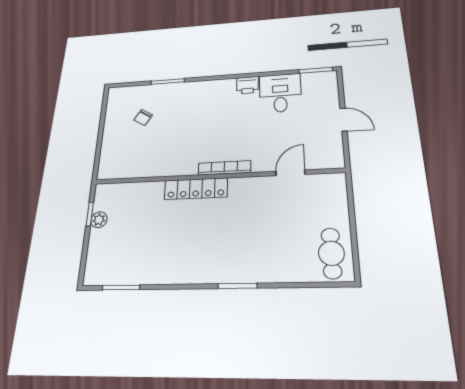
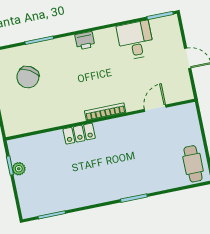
printer: (247, 85) -> (85, 41), moved
chair: (143, 117) -> (28, 77), width x1.87, depth x1.87
locker: (196, 189) -> (79, 134), width x0.66

